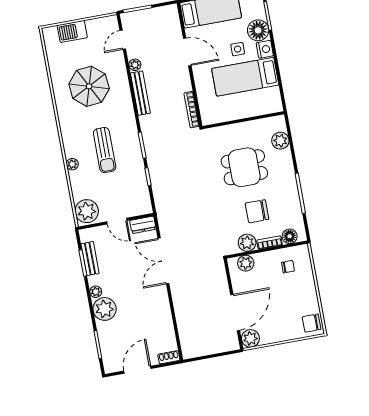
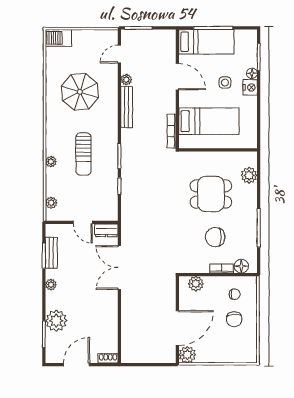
floor lamp: (258, 30) -> (252, 73), width x0.53, depth x0.53
barbecue: (72, 31) -> (58, 38), moved
bed: (245, 77) -> (209, 121), moved, turned 180
plant: (87, 211) -> (51, 203), width x0.53, depth x0.53
plant: (247, 243) -> (201, 265), removed
plant: (105, 309) -> (56, 321), moved
chair: (312, 323) -> (234, 319), moved, turned -94

